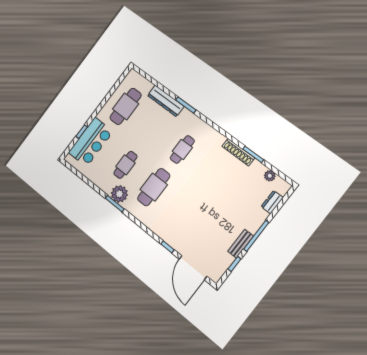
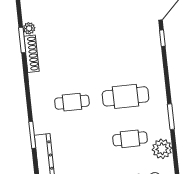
plant: (270, 176) -> (29, 28), moved
plant: (119, 194) -> (162, 149), moved

